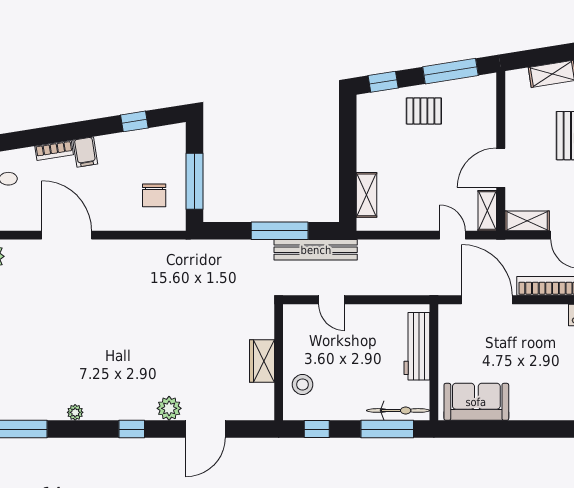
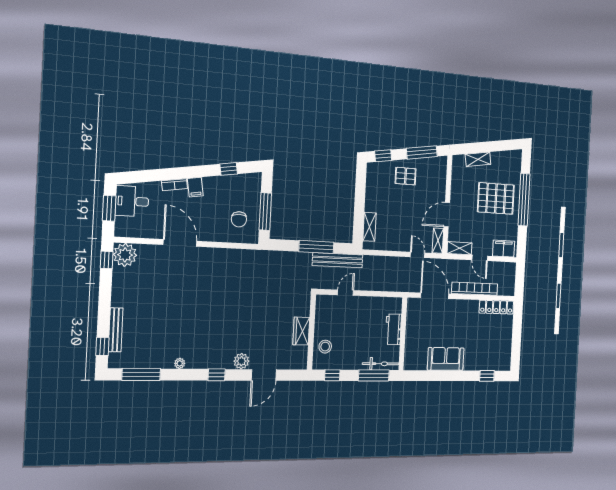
door: (332, 300) -> (346, 293), swing flipped
workbench: (417, 346) -> (393, 329), width x0.73
sofa: (476, 402) -> (446, 359), moved

